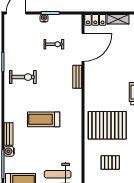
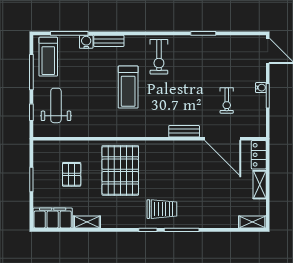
exercise bike: (23, 77) -> (159, 57), moved
treadmill: (44, 119) -> (128, 87), turned 180

